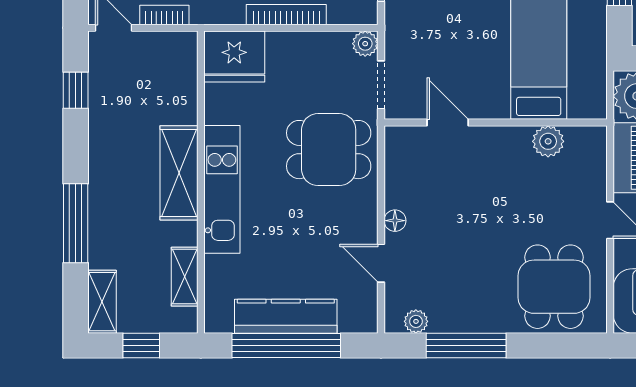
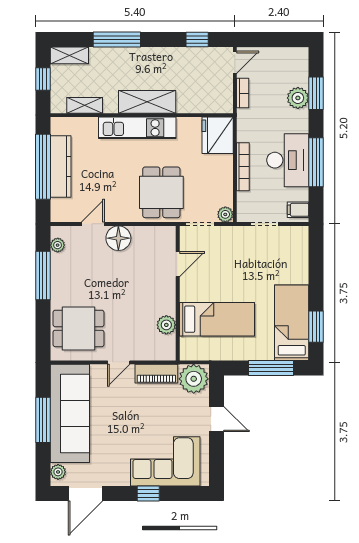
floor lamp: (395, 221) -> (118, 238), width x1.89, depth x1.89

